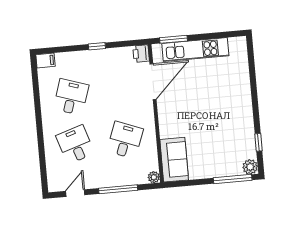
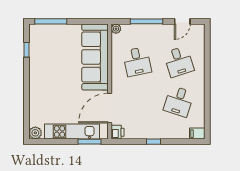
desk: (125, 140) -> (137, 62), turned -33
sofa: (174, 160) -> (95, 57), width x1.85, depth x1.27
plant: (250, 167) -> (35, 133), moved

